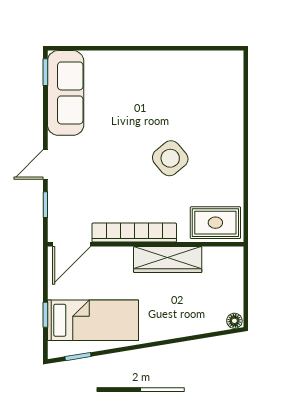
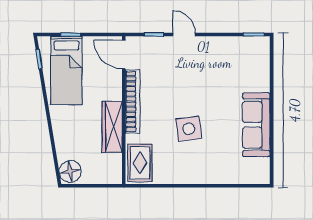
sofa: (66, 93) -> (256, 125), moved, turned 90
side table: (170, 158) -> (189, 129), turned 33
floor lamp: (234, 321) -> (70, 171), width x1.89, depth x1.89

